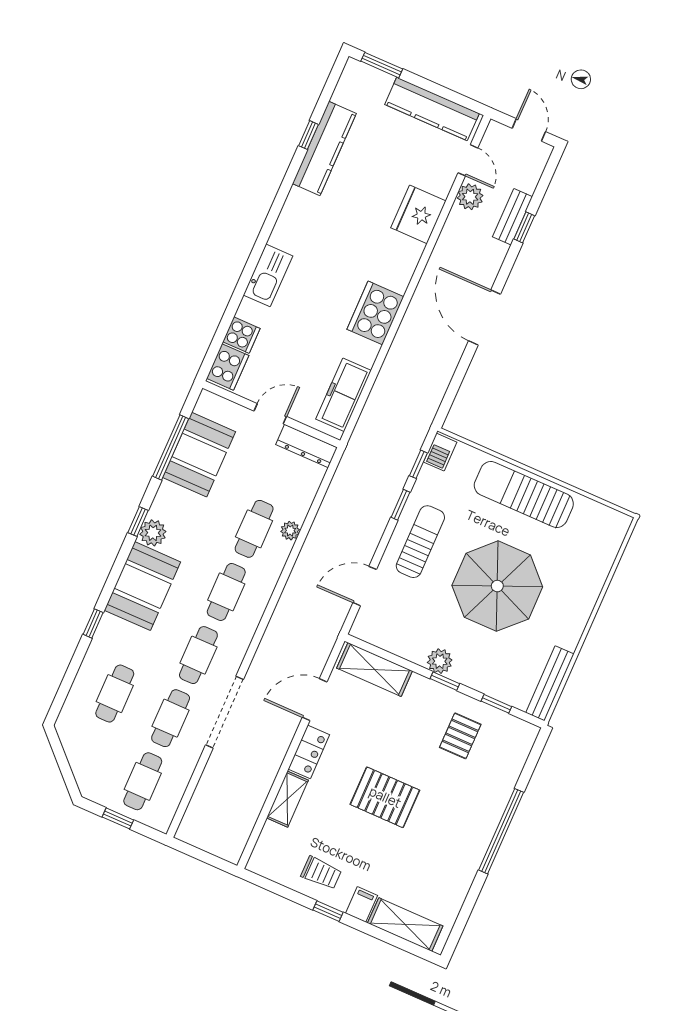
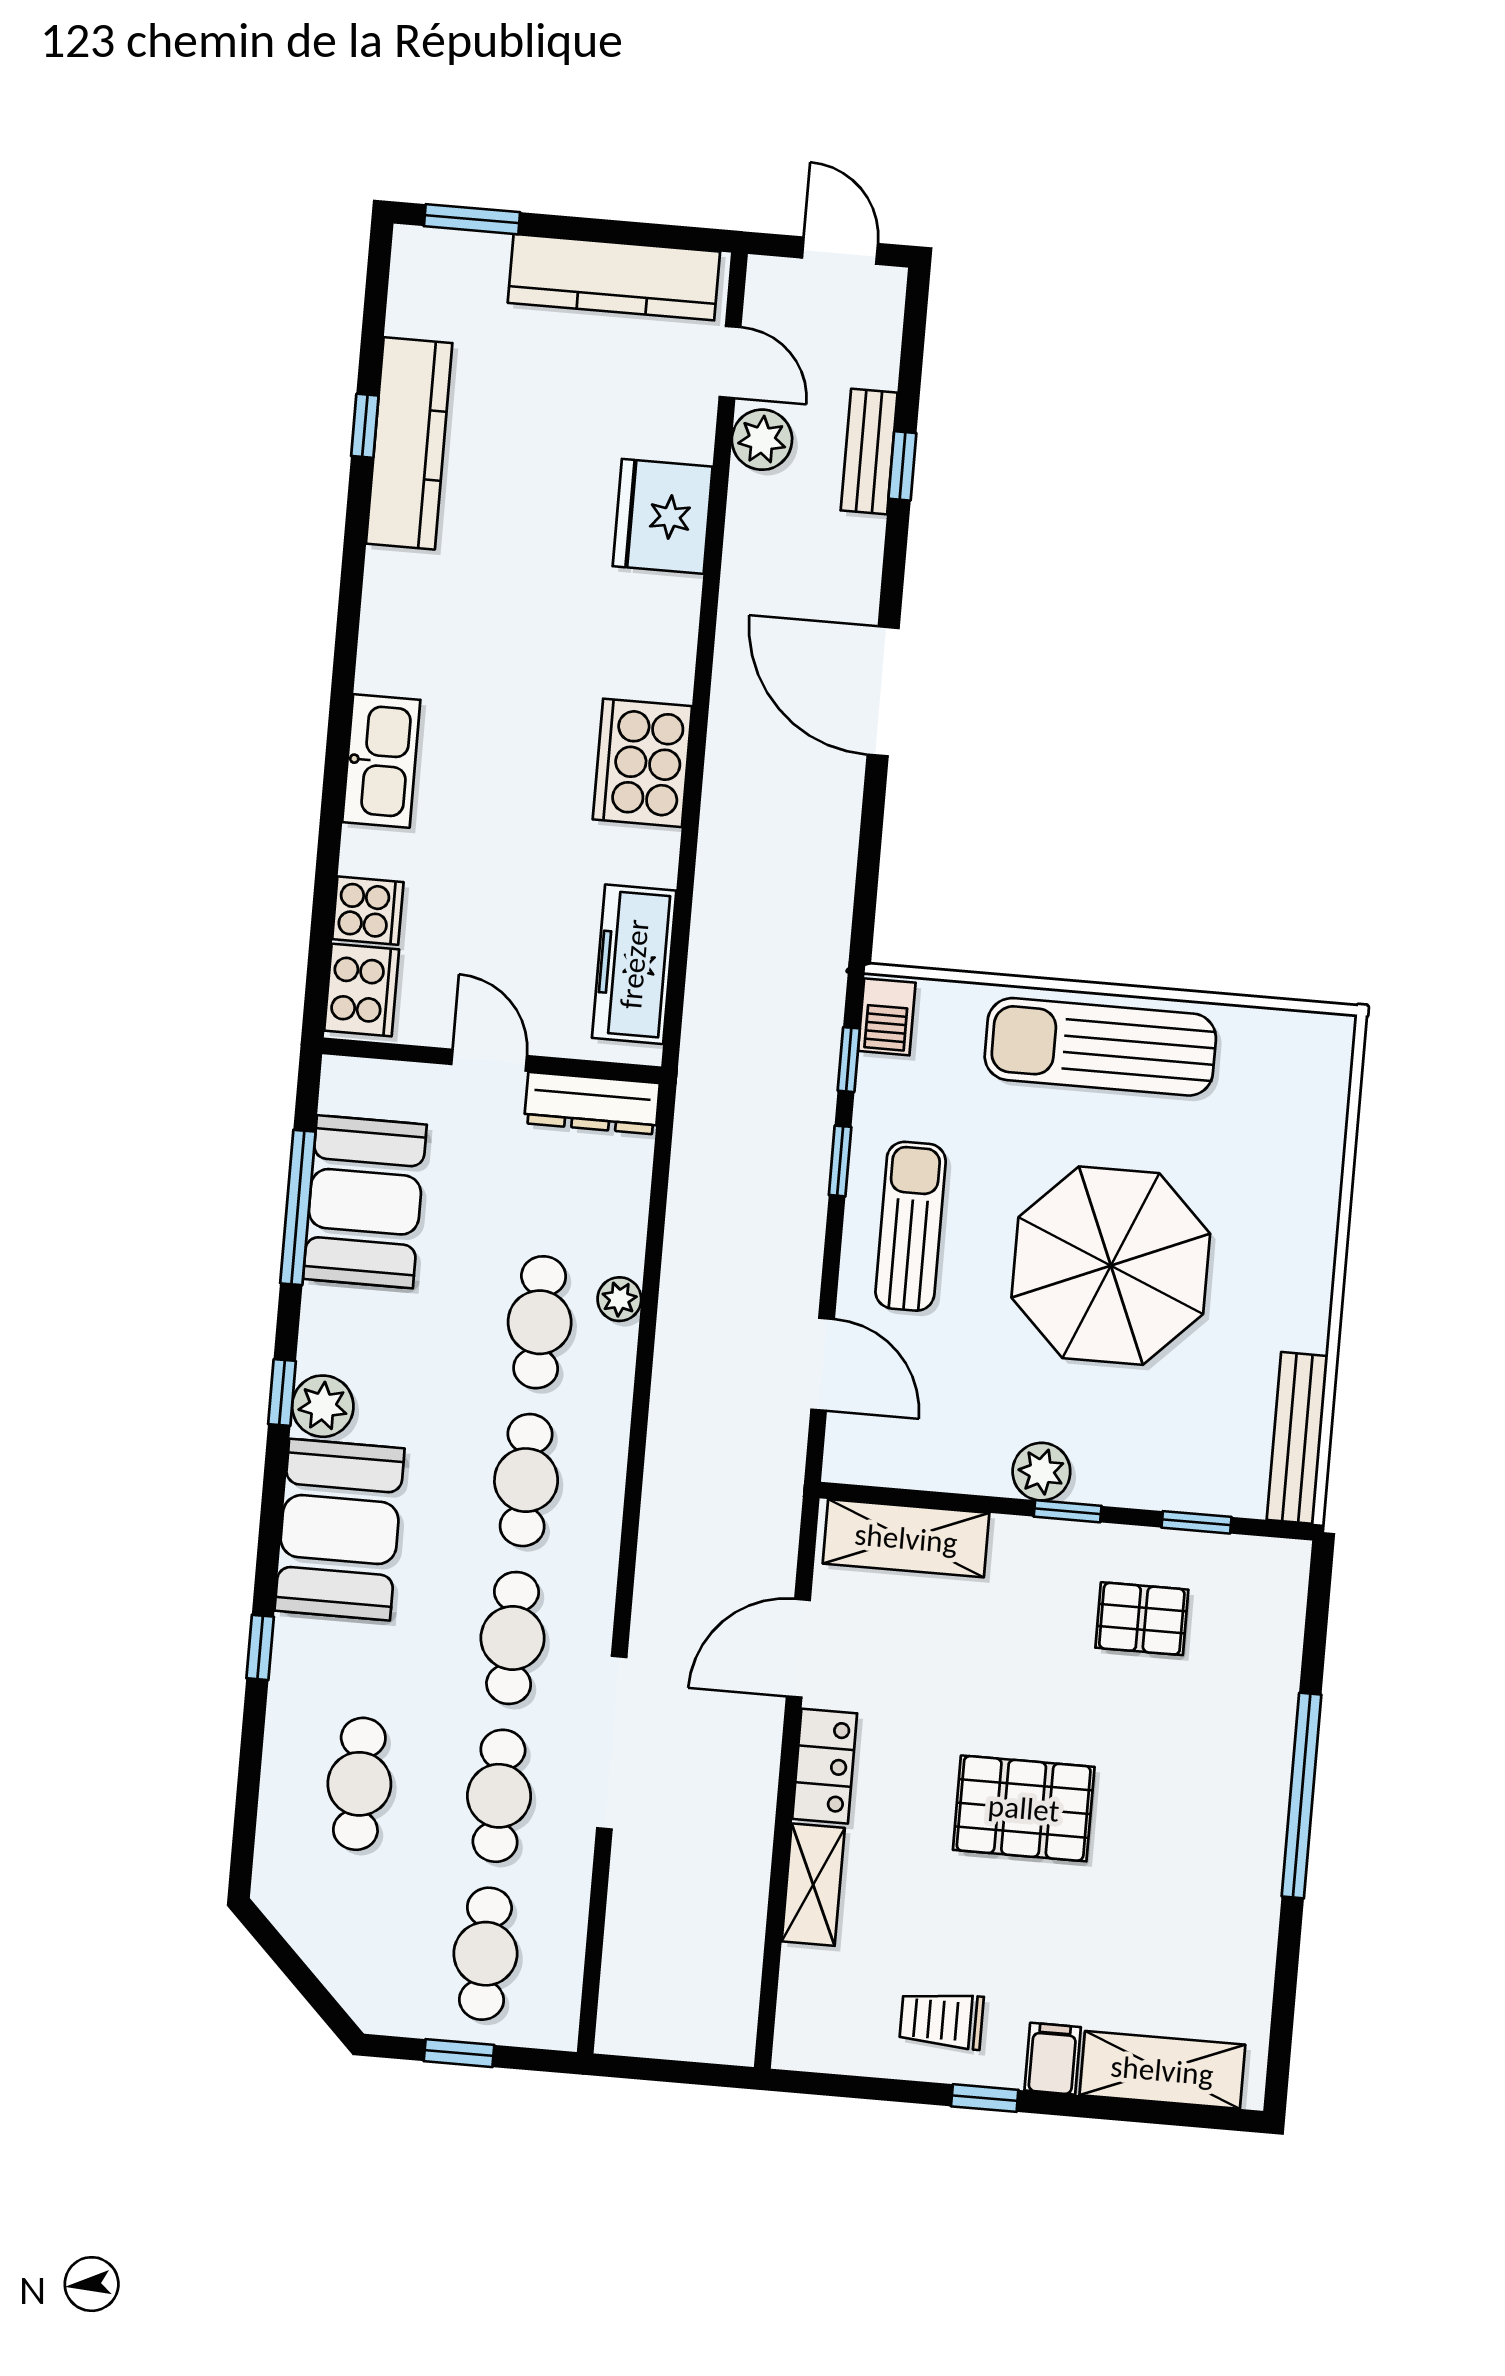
door: (270, 414) -> (489, 1060), hinge flipped
door: (365, 586) -> (823, 1364), swing flipped
pallet: (460, 736) -> (1142, 1619), turned 90
trolley: (321, 873) -> (941, 2020), turned 180

